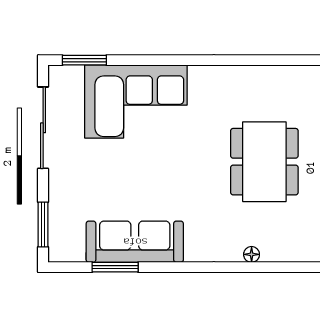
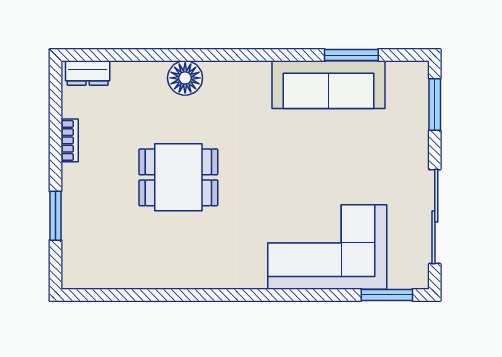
dining table: (264, 162) -> (178, 177), width x0.73
floor lamp: (252, 254) -> (185, 78), width x1.89, depth x1.89

